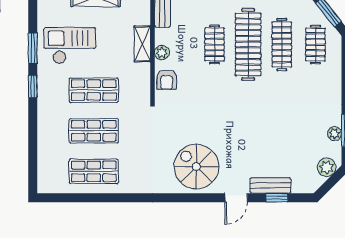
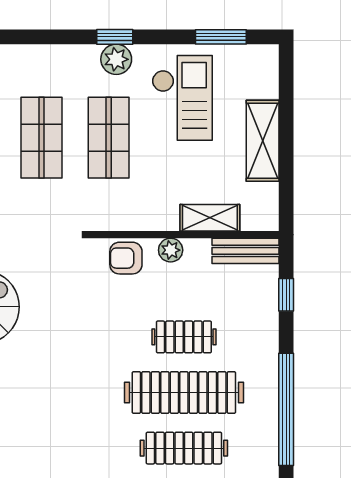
shelving: (142, 44) -> (210, 218), moved
window: (33, 48) -> (221, 37), moved
plant: (46, 86) -> (116, 59), added

